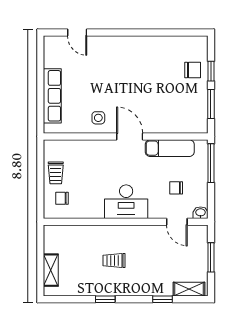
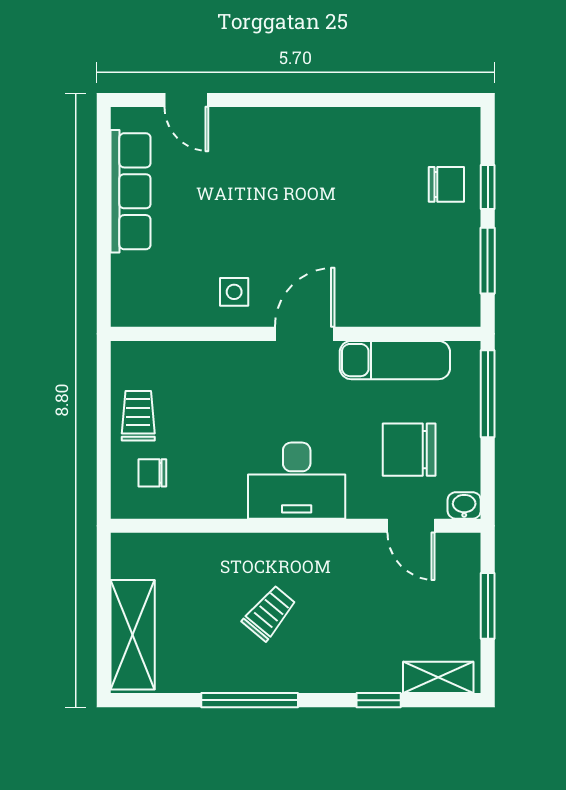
row of seats: (52, 96) -> (131, 191), moved
door: (130, 136) -> (305, 334), hinge flipped
trolley: (56, 173) -> (138, 416), turned 180
chair: (176, 188) -> (409, 450), width x1.87, depth x1.87
trolley: (114, 261) -> (269, 613), turned 130
shelving: (51, 270) -> (133, 635), width x1.50, depth x1.33
window: (105, 299) -> (250, 700), width x2.17

